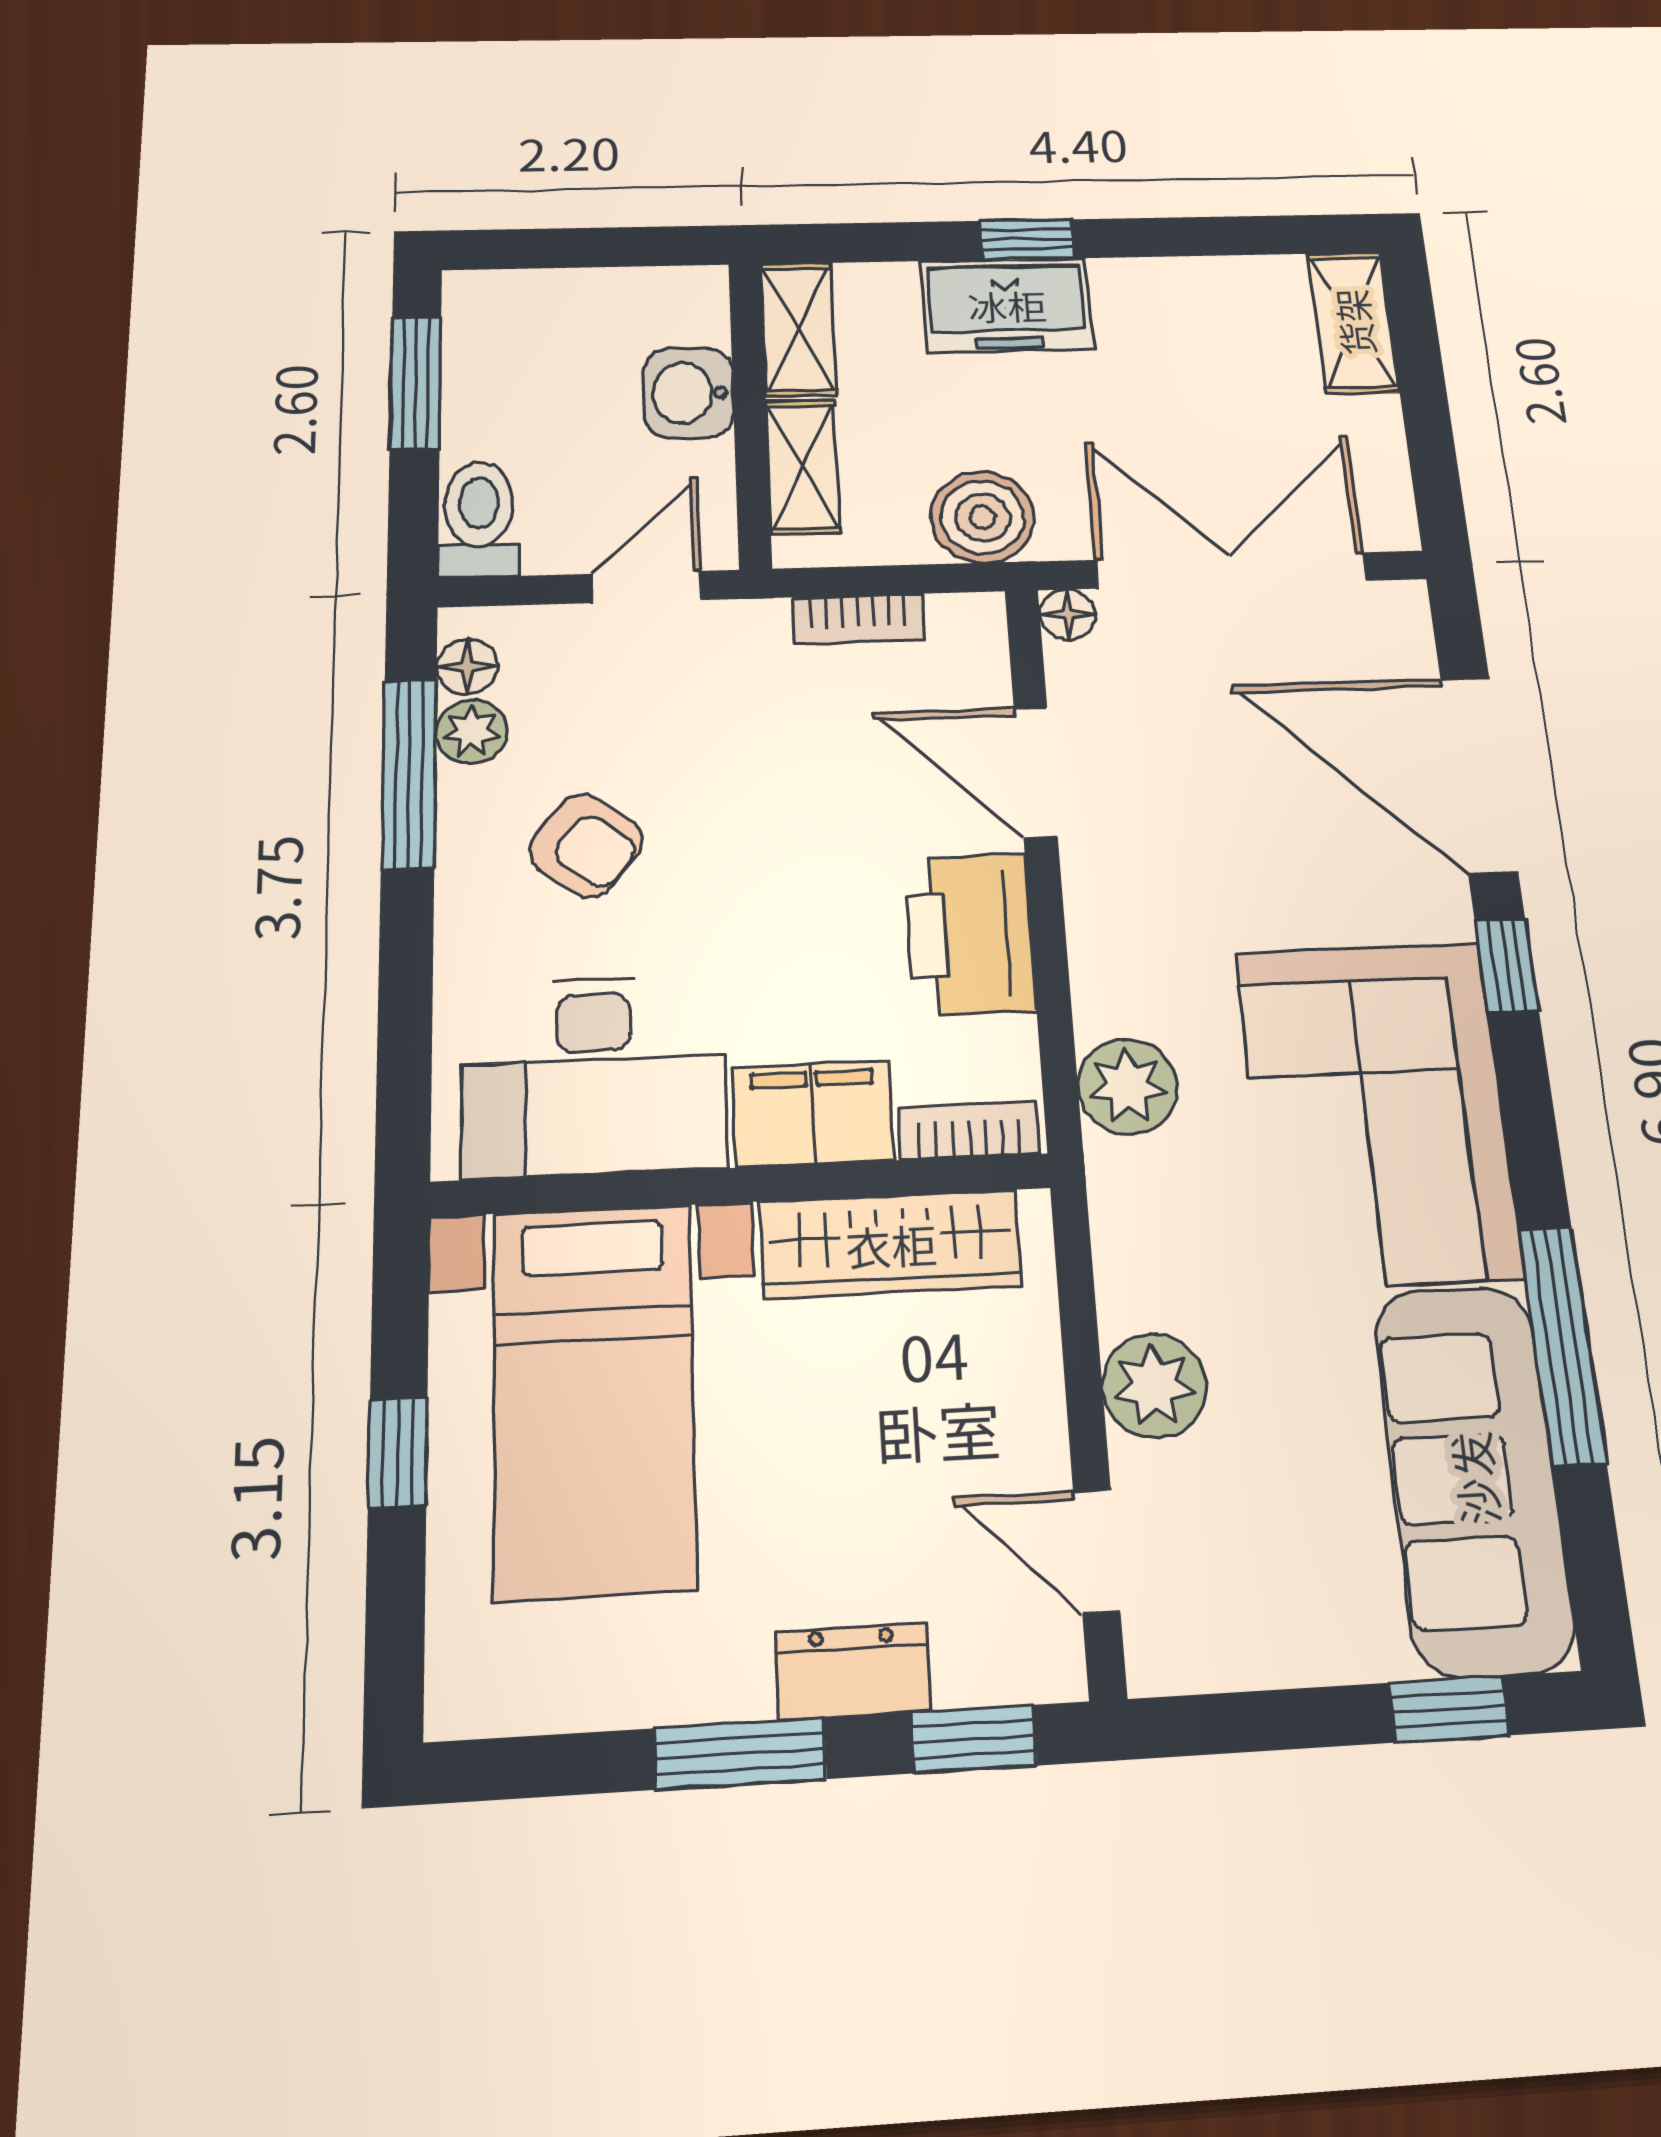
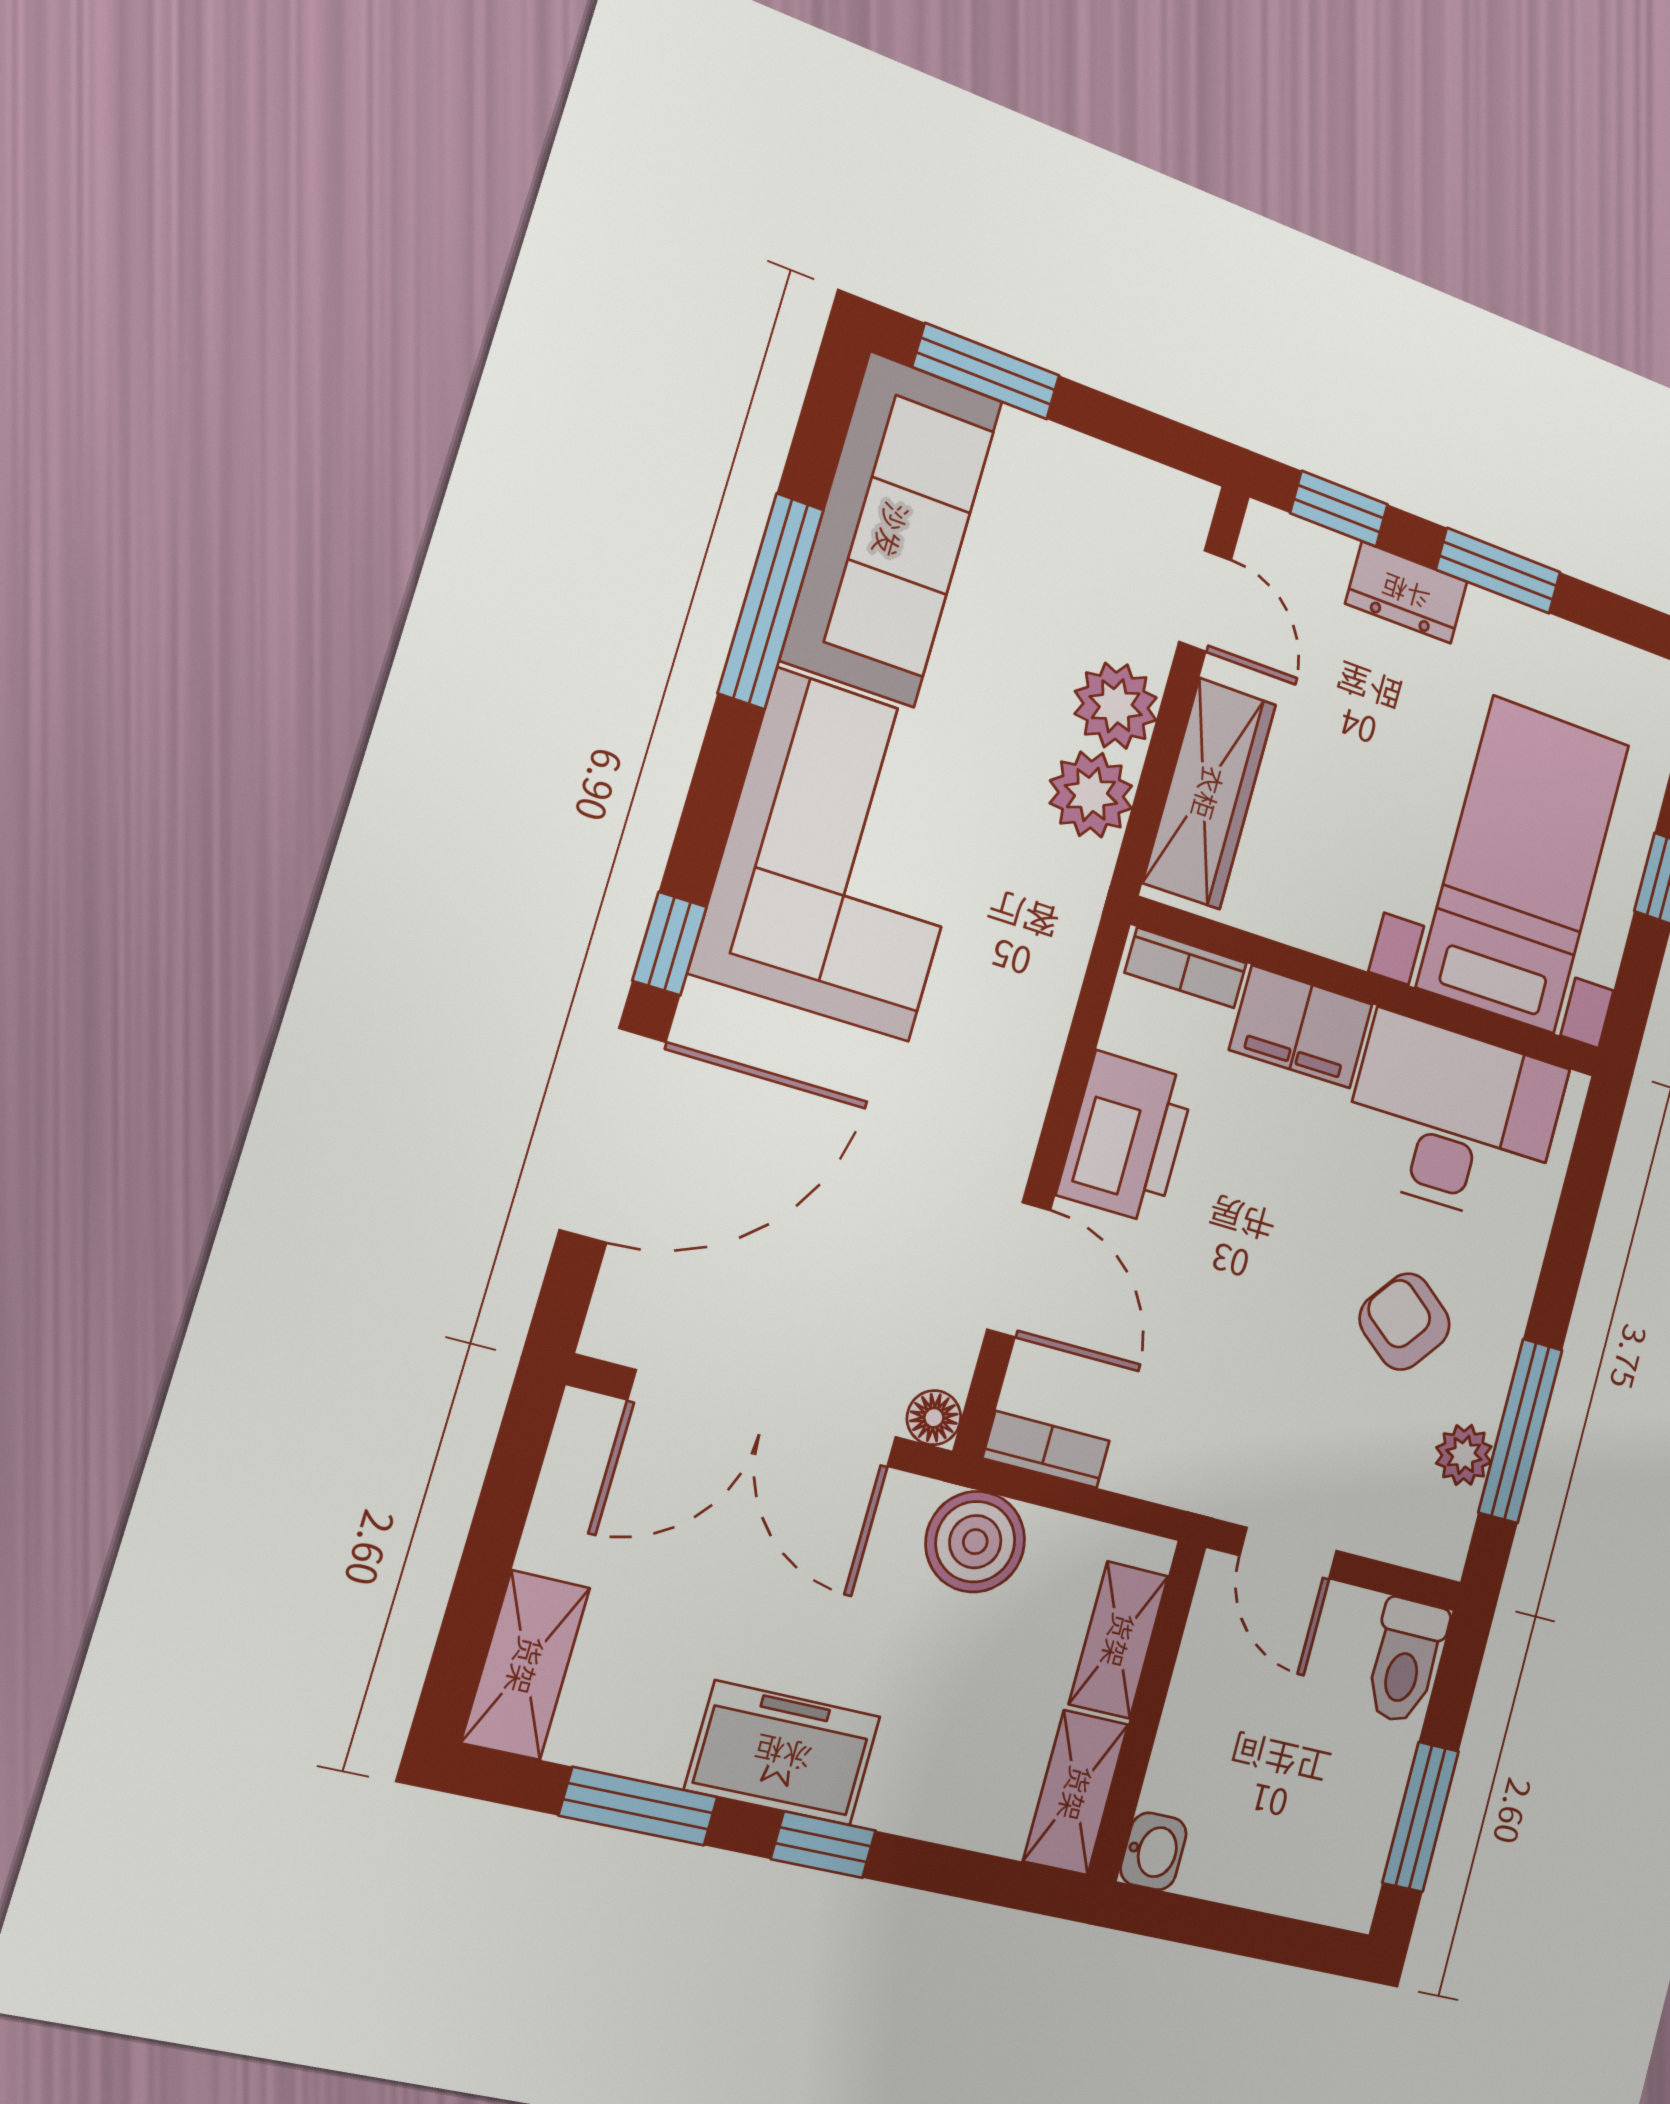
window: (1206, 236) -> (639, 1806), added
freezer: (1007, 305) -> (783, 1753), moved
washbasin: (689, 393) -> (1153, 1851), moved, width x0.72, depth x0.69
door: (647, 587) -> (1288, 1553), hinge flipped
bookcase: (858, 618) -> (1046, 1449), moved
floor lamp: (467, 667) -> (1451, 1518), removed
door: (1479, 775) -> (613, 1135), hinge flipped
plant: (1128, 1086) -> (1091, 794), moved
wardrobe: (891, 1244) -> (1209, 793), moved, turned 90
window: (1449, 1709) -> (986, 371), width x1.50

